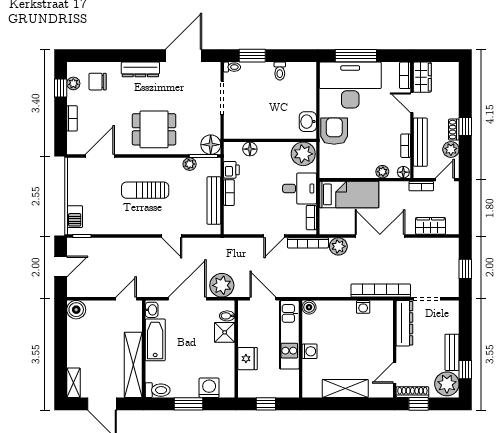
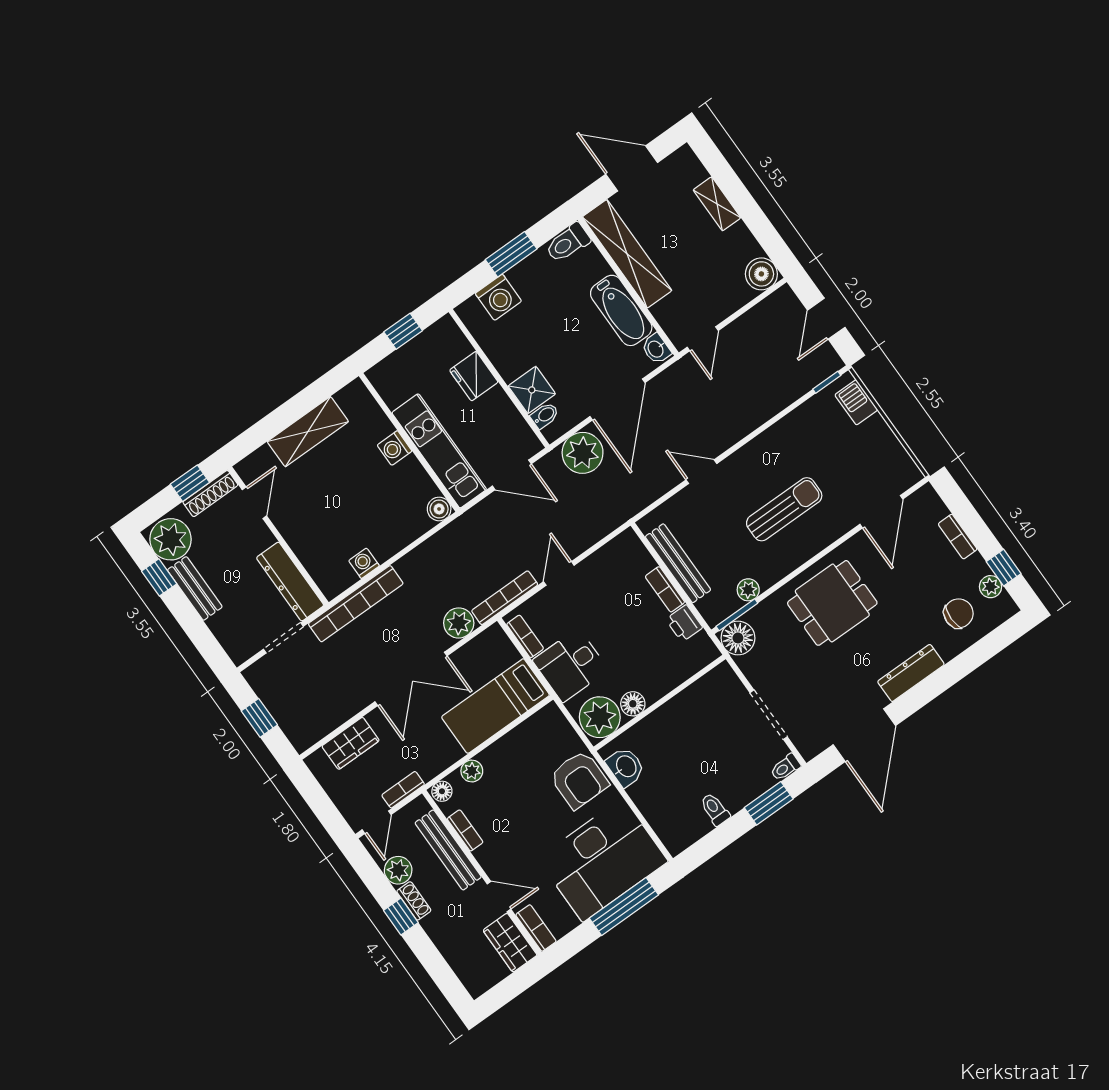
floor lamp: (250, 149) -> (633, 704), moved
shelving: (74, 383) -> (717, 204), moved

